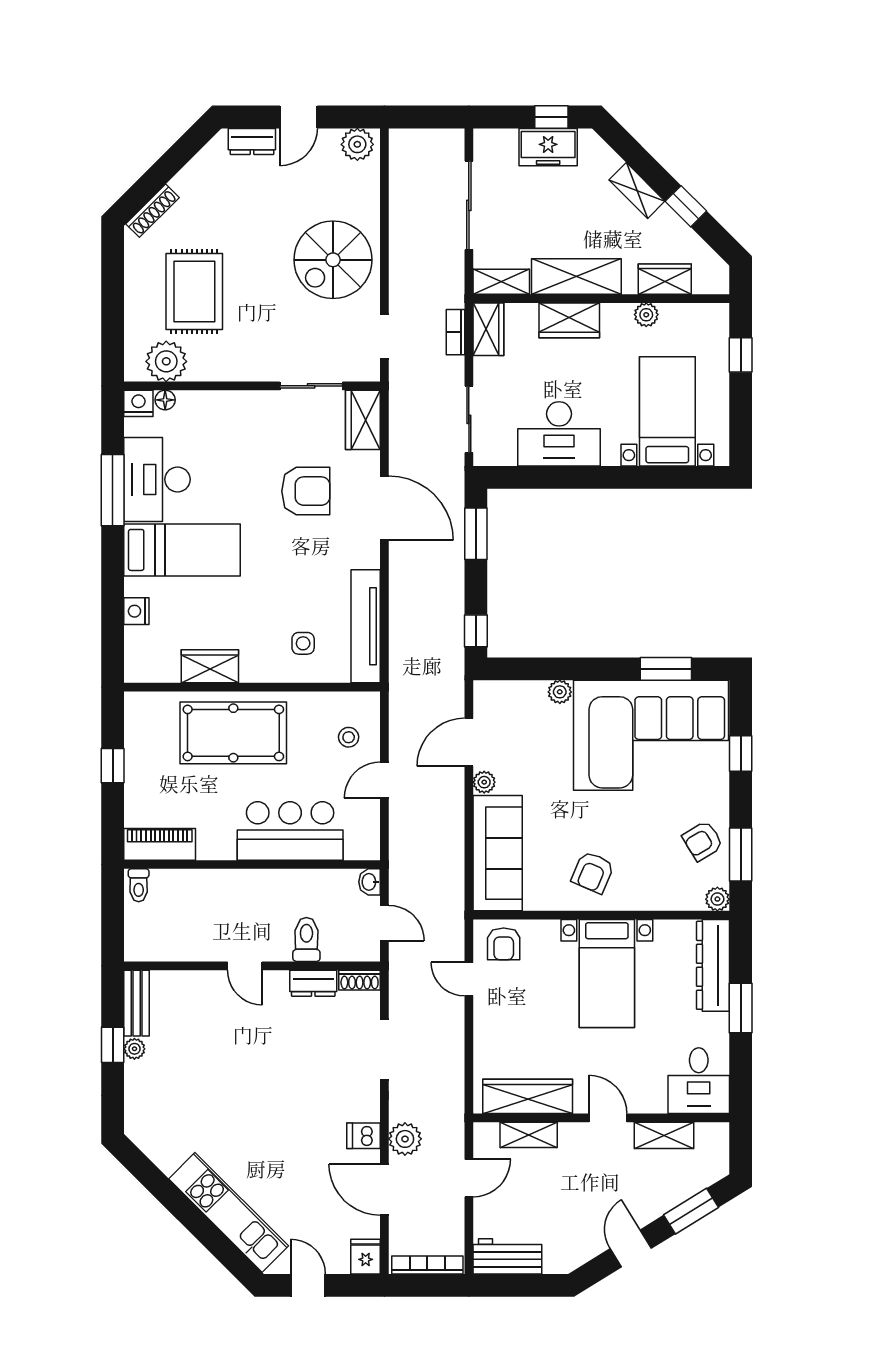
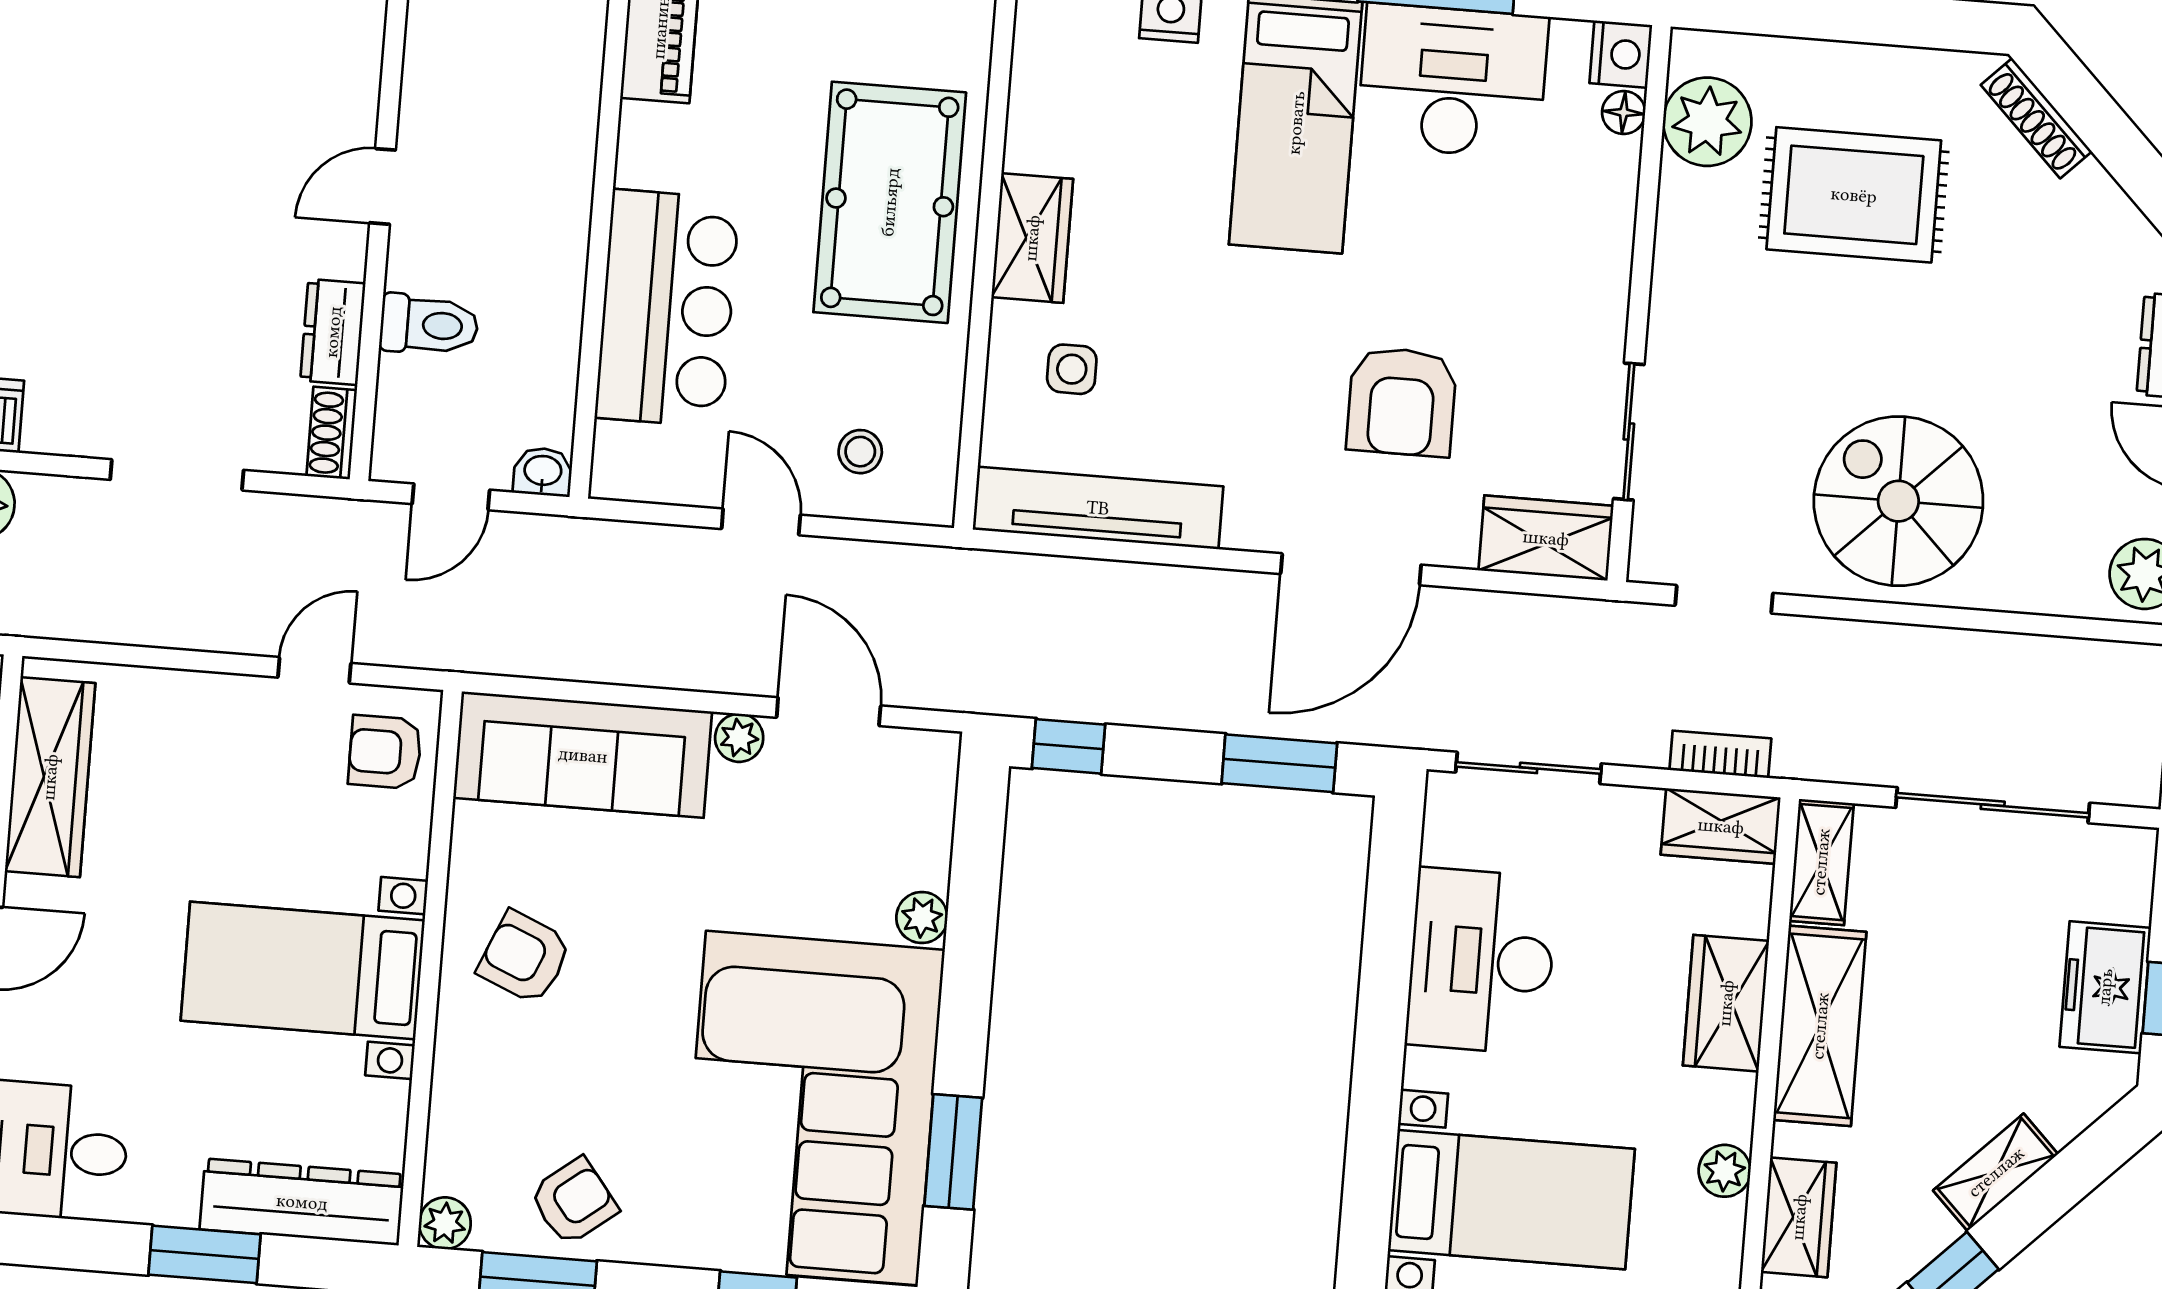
wardrobe: (210, 666) -> (1032, 238), moved
armchair: (703, 841) -> (574, 1201), turned 83

